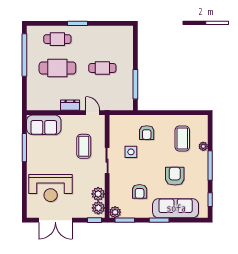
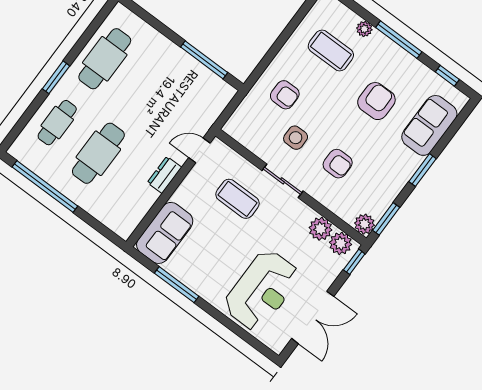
cafe table: (102, 68) -> (105, 59), moved, width x1.37, depth x1.35
armchair: (175, 176) -> (376, 101), turned 90
armchair: (140, 191) -> (338, 164), moved
sofa: (176, 208) -> (429, 125), width x0.73

